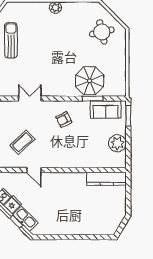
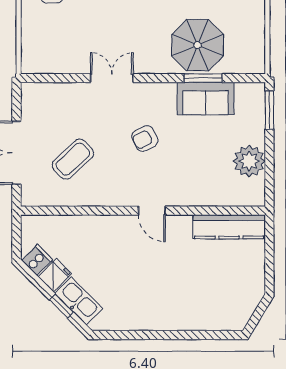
double door: (30, 99) -> (112, 78), moved
sofa: (106, 110) -> (206, 98), moved
armchair: (64, 120) -> (145, 138), moved
door: (34, 170) -> (152, 211), moved

